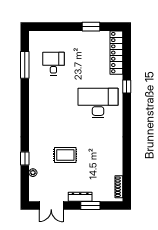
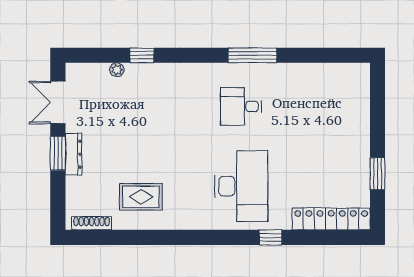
desk: (53, 64) -> (241, 107), moved, turned 180
window: (25, 65) -> (252, 55), moved
rug: (65, 155) -> (141, 197), moved, turned 90
window: (90, 206) -> (58, 153), moved

